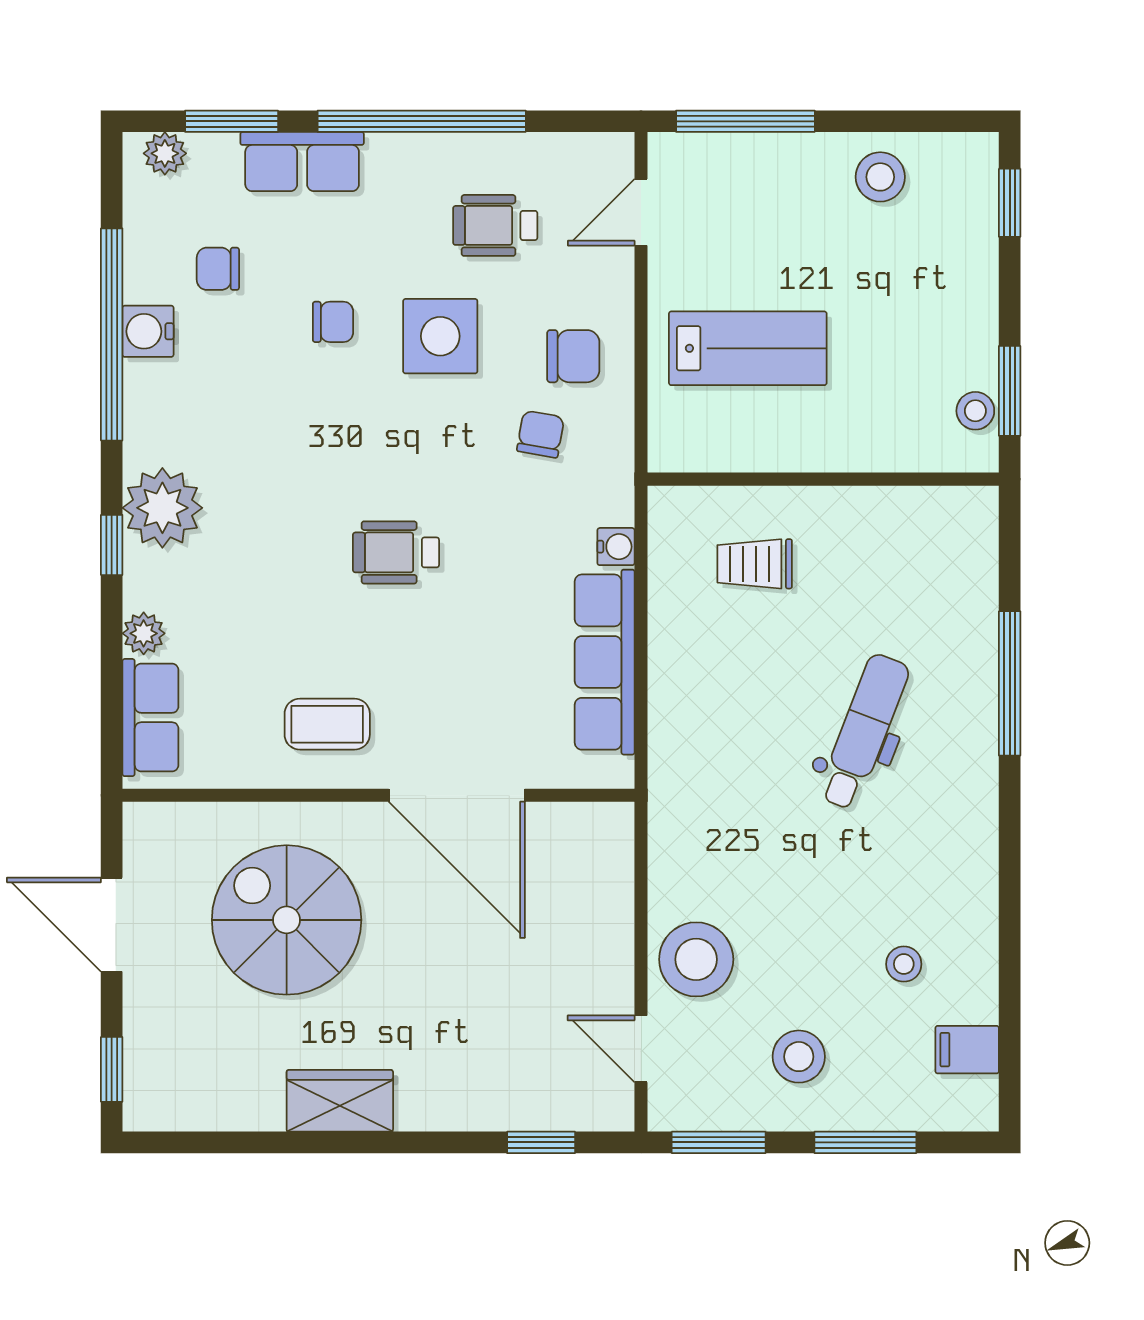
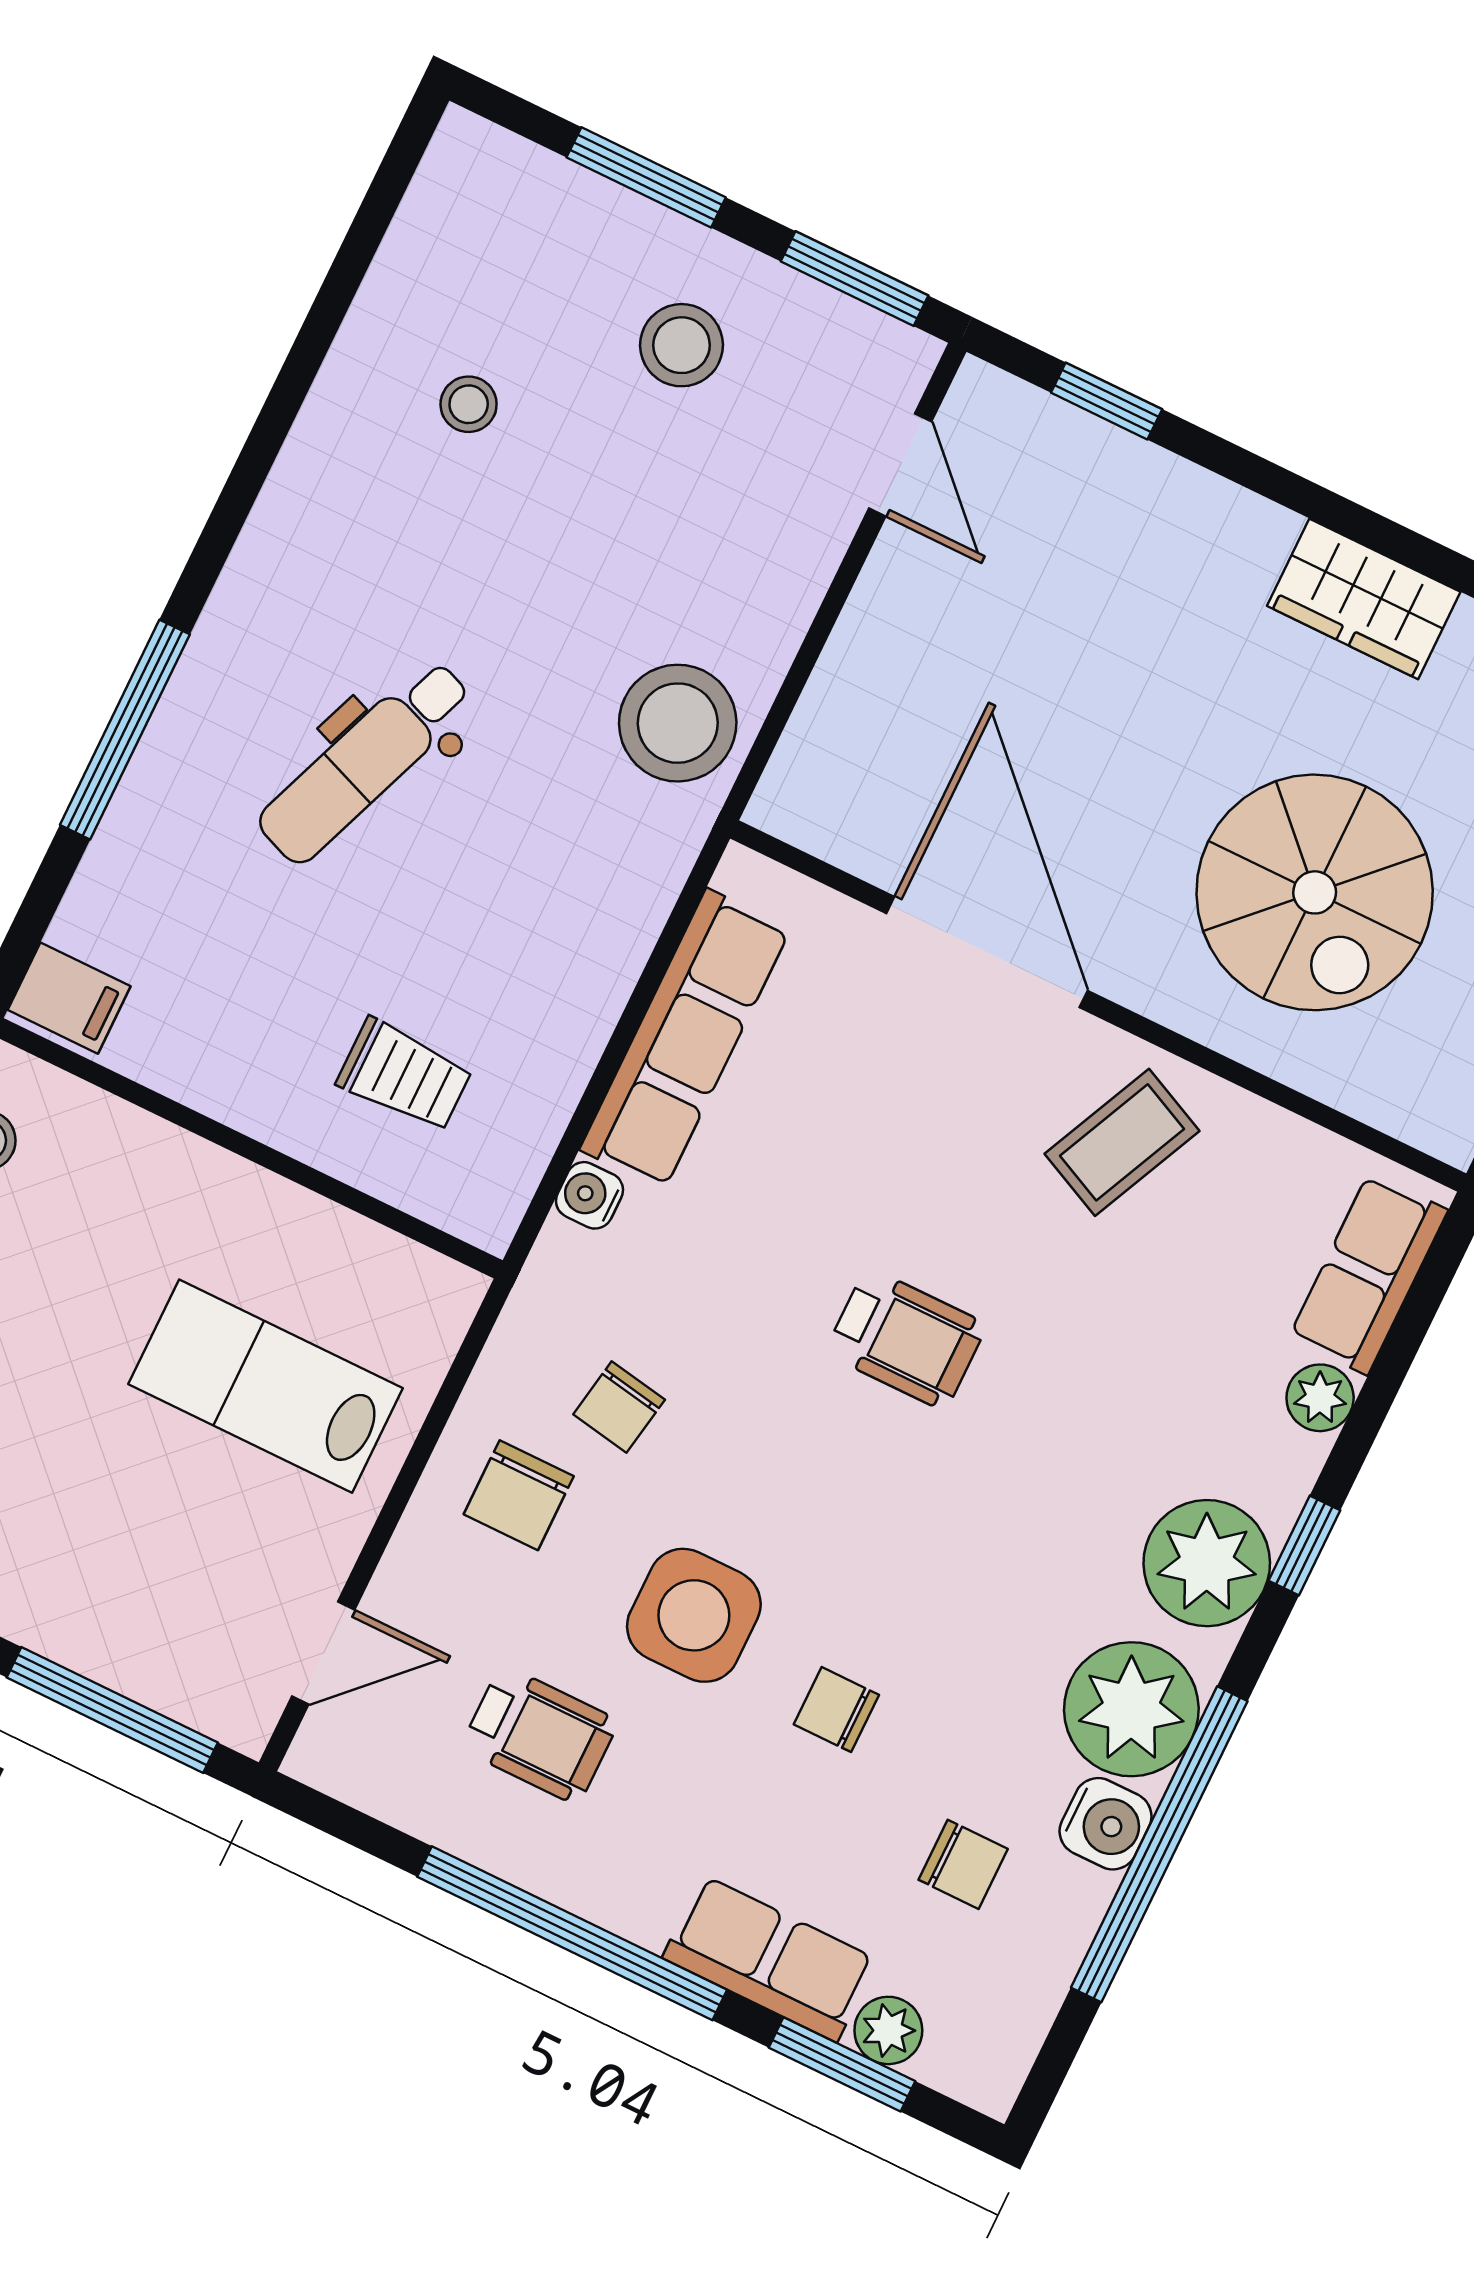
plant: (165, 153) -> (888, 2030), moved
chair: (573, 356) -> (519, 1495), turned -90
plant: (165, 404) -> (1131, 1709), added
coffee table: (327, 724) -> (1122, 1142), turned -65
stool: (696, 959) -> (678, 723), moved
filing cabinet: (967, 1050) -> (69, 998), moved

